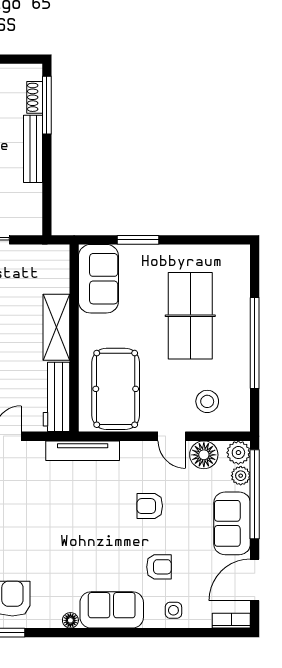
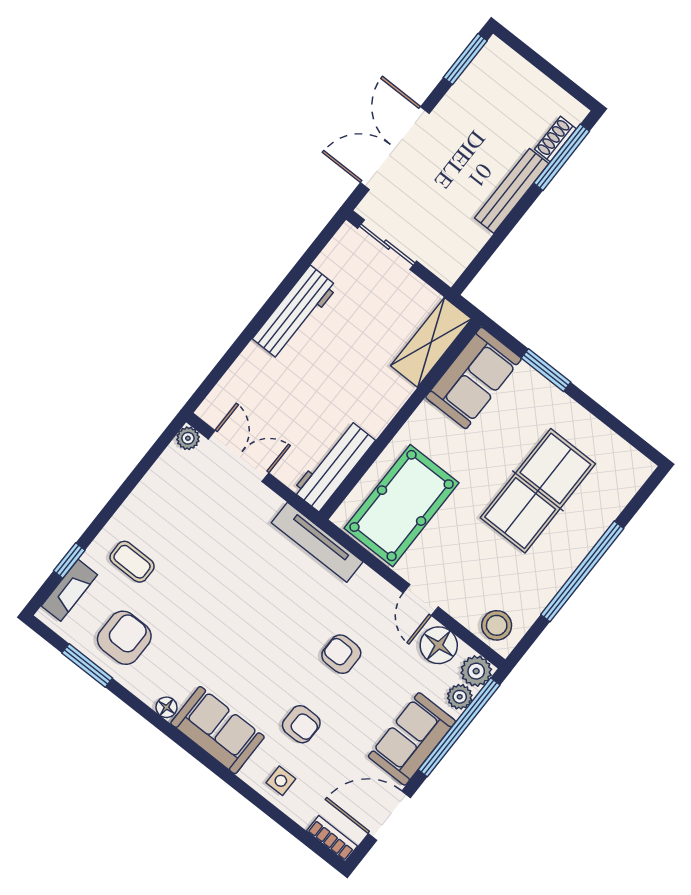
shelving: (56, 327) -> (431, 342), moved
stool: (207, 401) -> (497, 625), moved

